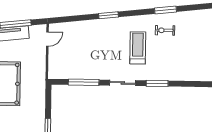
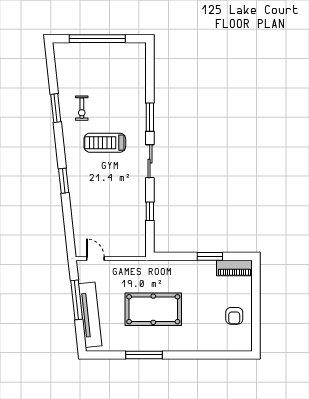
window: (84, 82) -> (150, 211), width x0.46

